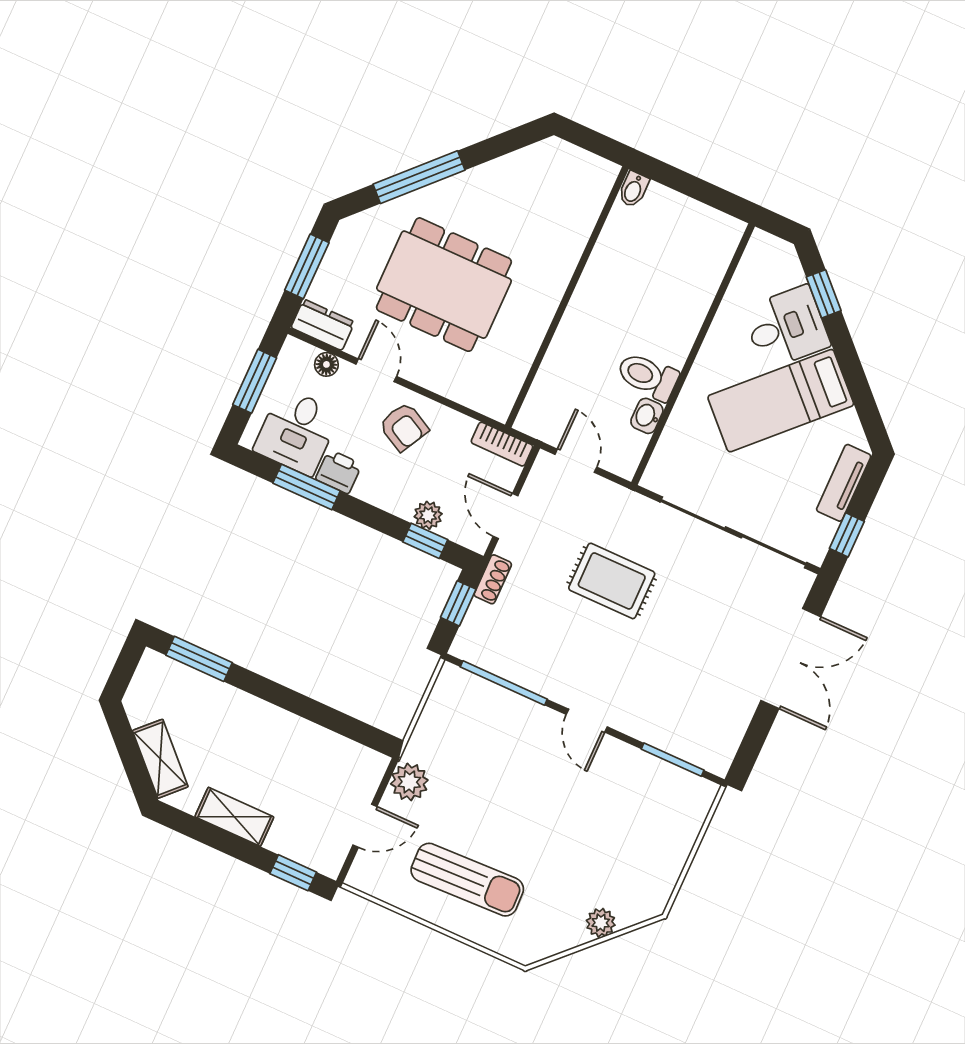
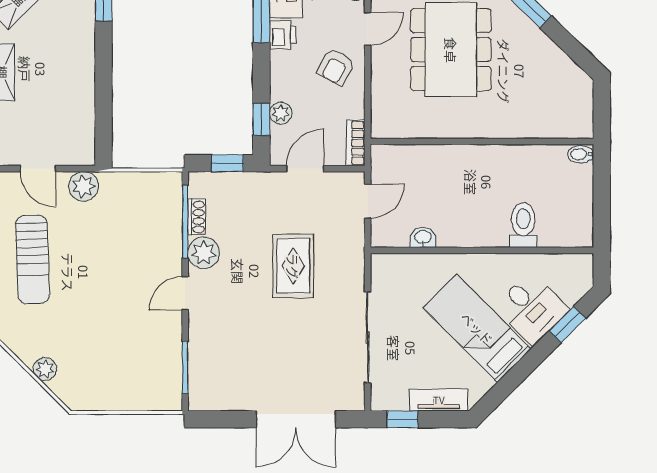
toilet: (648, 376) -> (523, 225), moved
sliding door: (734, 532) -> (368, 337), width x0.73
shoe rack: (493, 579) -> (197, 217), moved, turned -90
plant: (550, 678) -> (204, 253), added

